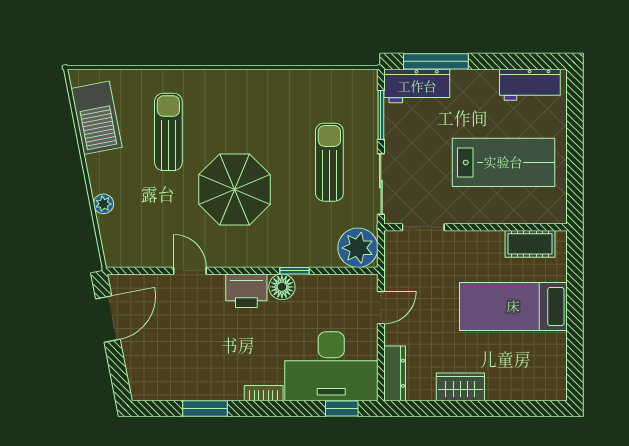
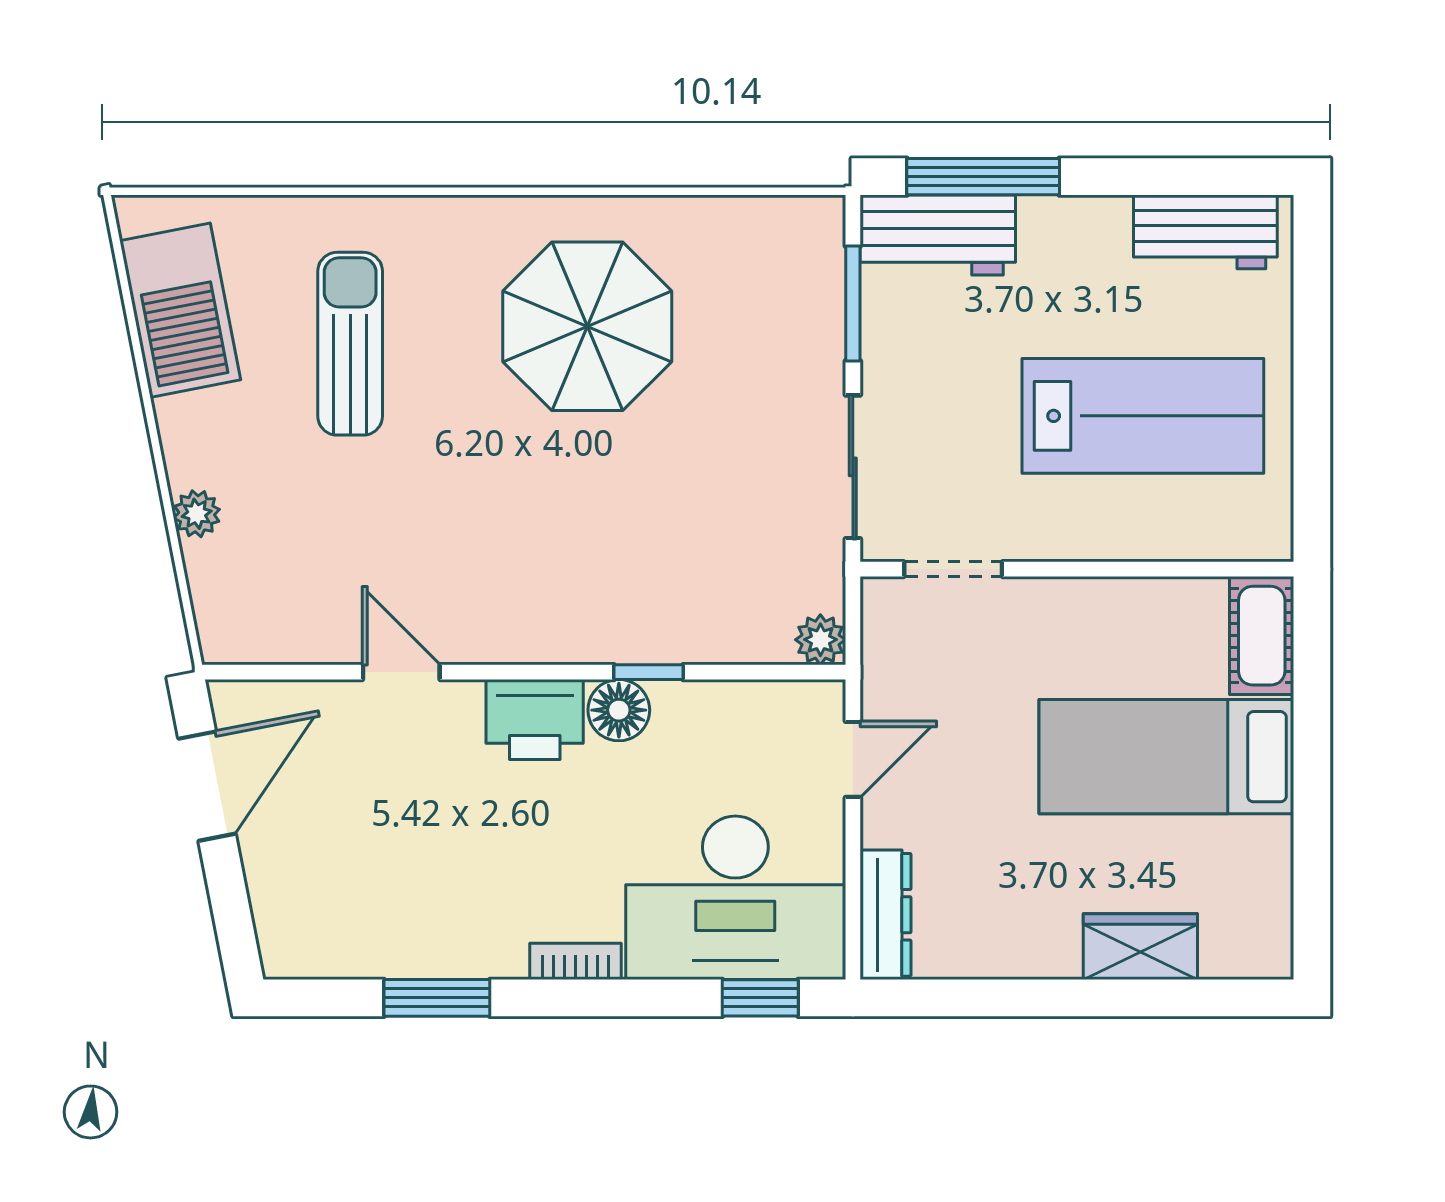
sun lounger: (329, 162) -> (731, 415), removed
parasol: (234, 189) -> (587, 326), moved
cot: (530, 244) -> (1262, 636), moved, turned 90
plant: (358, 248) -> (820, 640), width x0.53, depth x0.53
wardrobe: (460, 387) -> (1140, 947), moved

